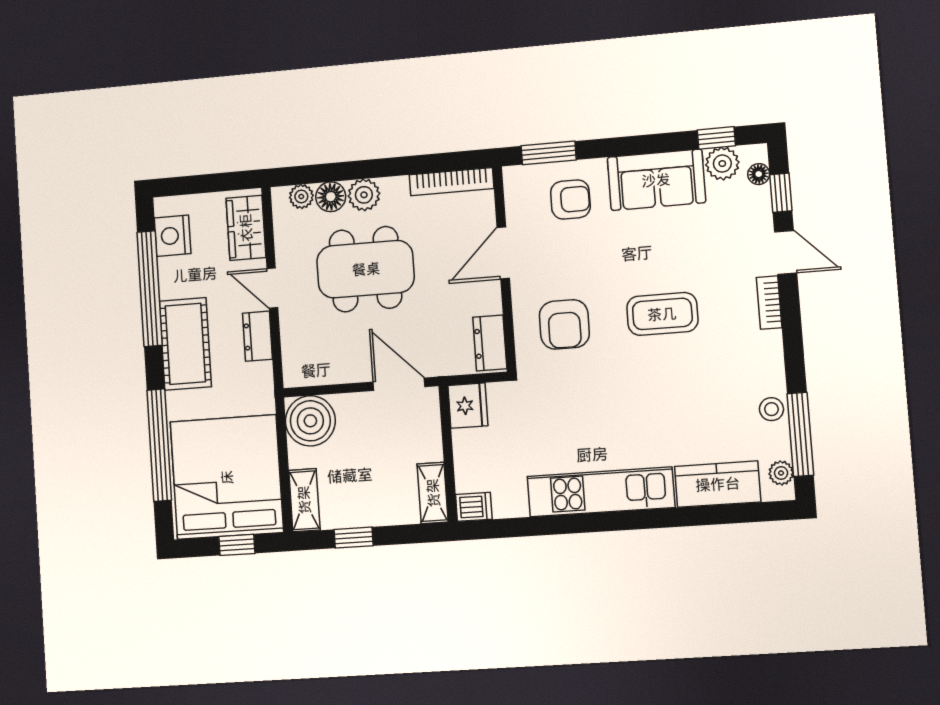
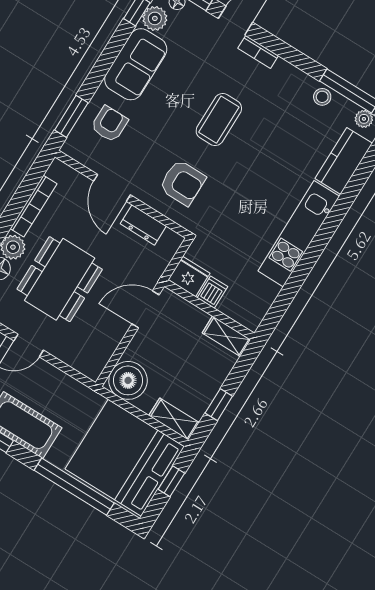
bookcase: (452, 182) -> (34, 206), moved
dresser: (257, 336) -> (52, 376), removed
dresser: (490, 343) -> (143, 225), moved
dishwasher: (474, 507) -> (212, 292), moved

